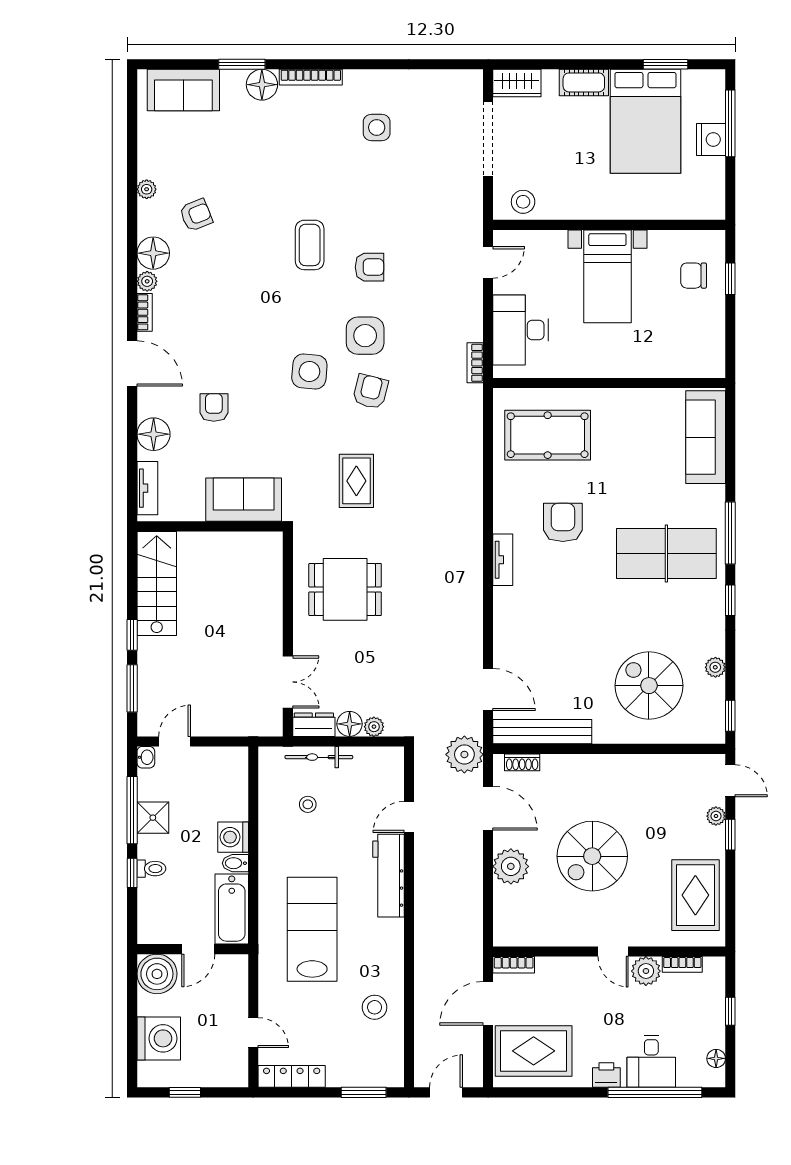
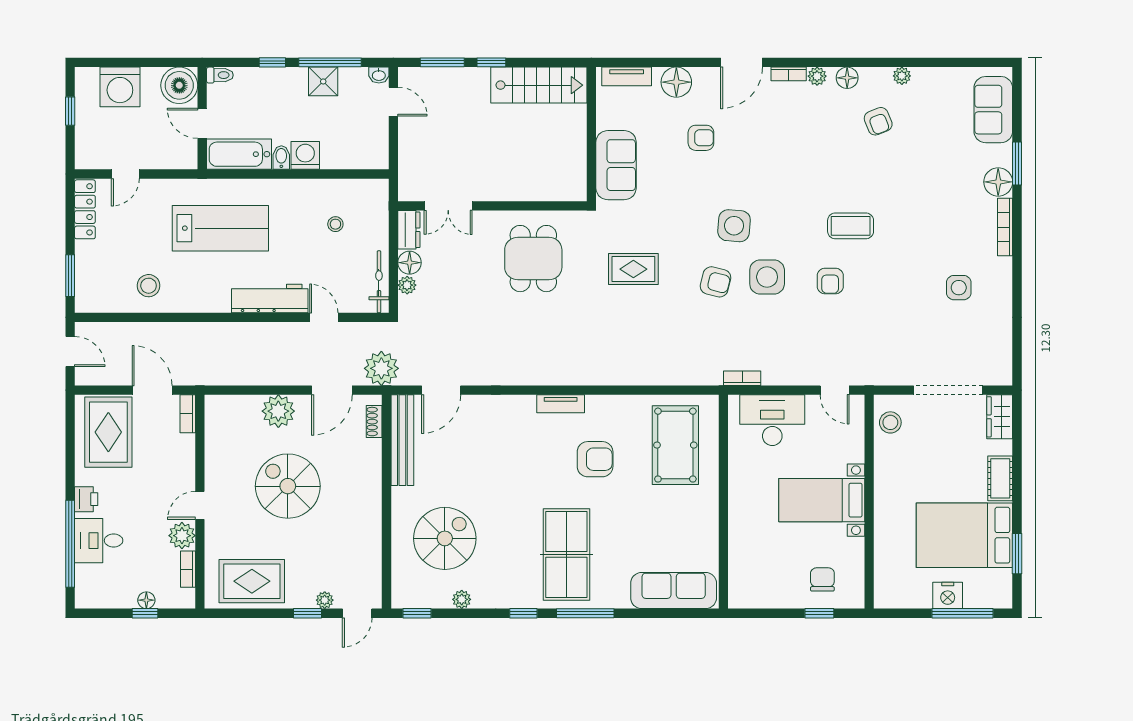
floor lamp: (153, 253) -> (847, 78), width x0.73, depth x0.73
bicycle: (319, 757) -> (379, 282), moved
toilet: (151, 869) -> (220, 75), moved, turned -90
floor lamp: (716, 1058) -> (146, 600), moved

